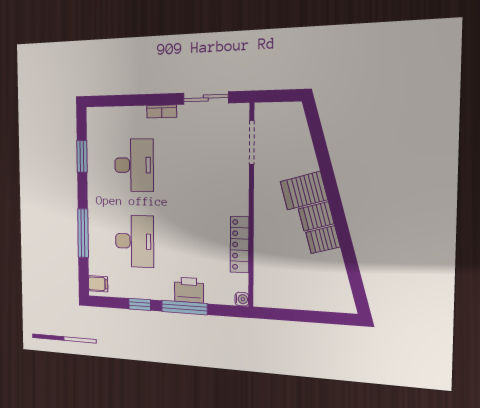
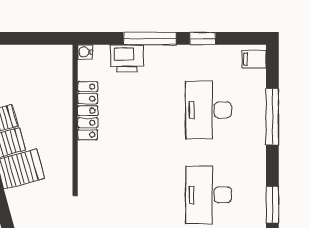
printer: (189, 290) -> (127, 58), moved

